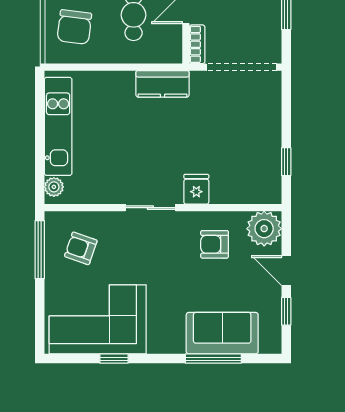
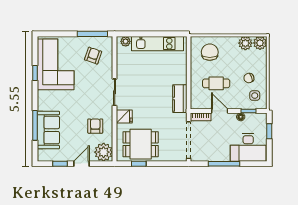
chair: (74, 27) -> (210, 52), turned 83
dining table: (249, 158) -> (141, 144), added

